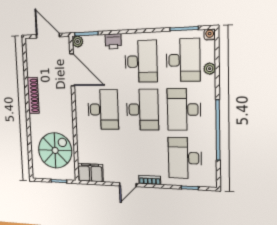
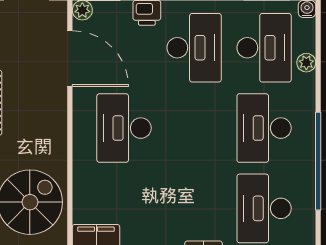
desk: (103, 109) -> (124, 128), turned 180
desk: (142, 110) -> (194, 128), removed

